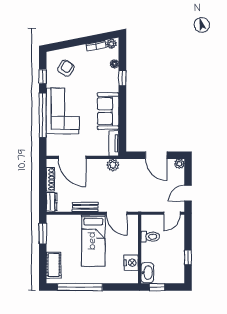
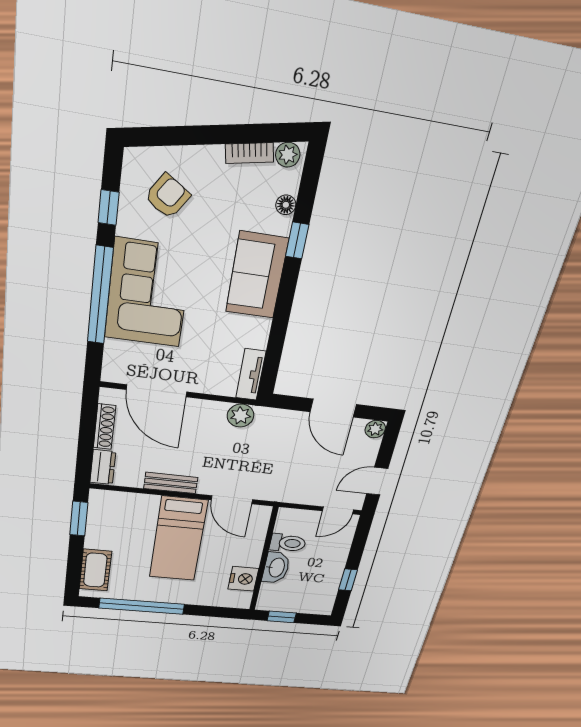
sofa: (108, 111) -> (257, 275), moved
washbasin: (147, 273) -> (276, 568), moved

